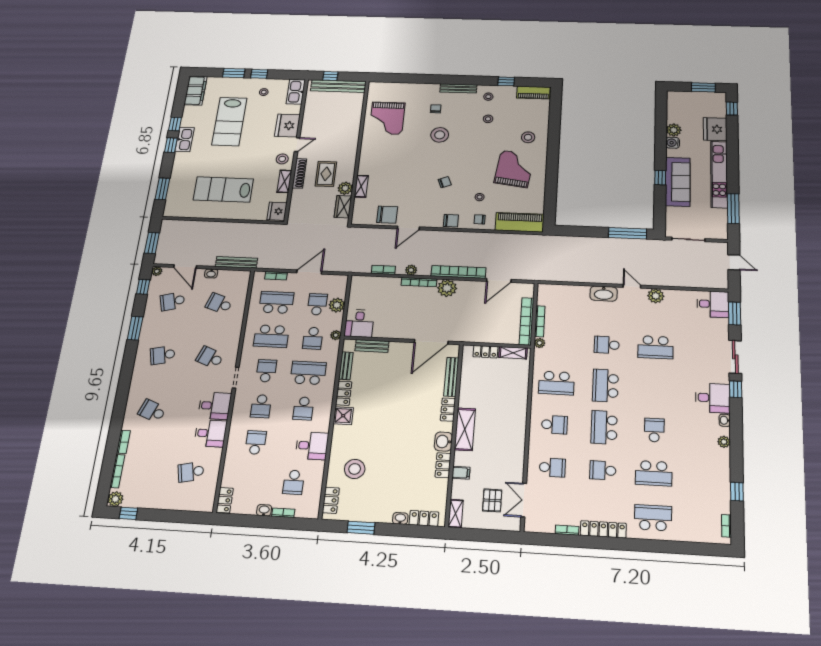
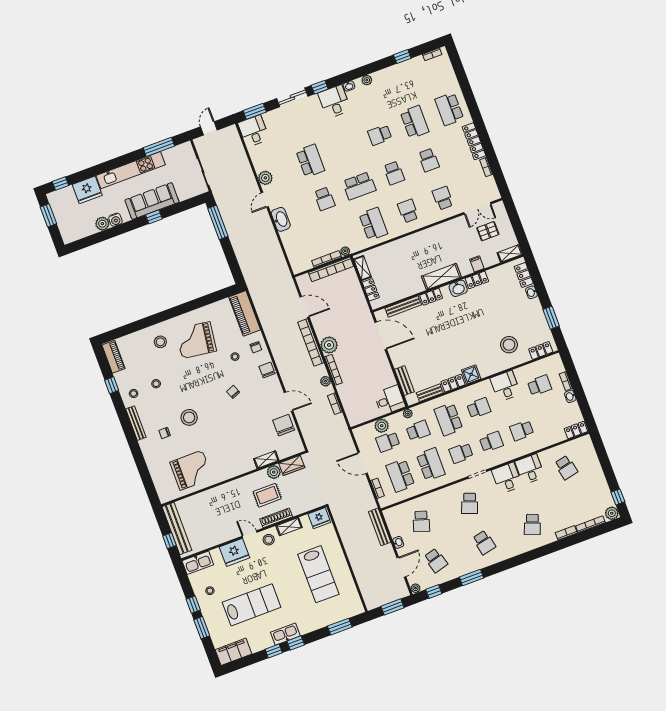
school desk: (604, 427) -> (394, 173), width x0.54

